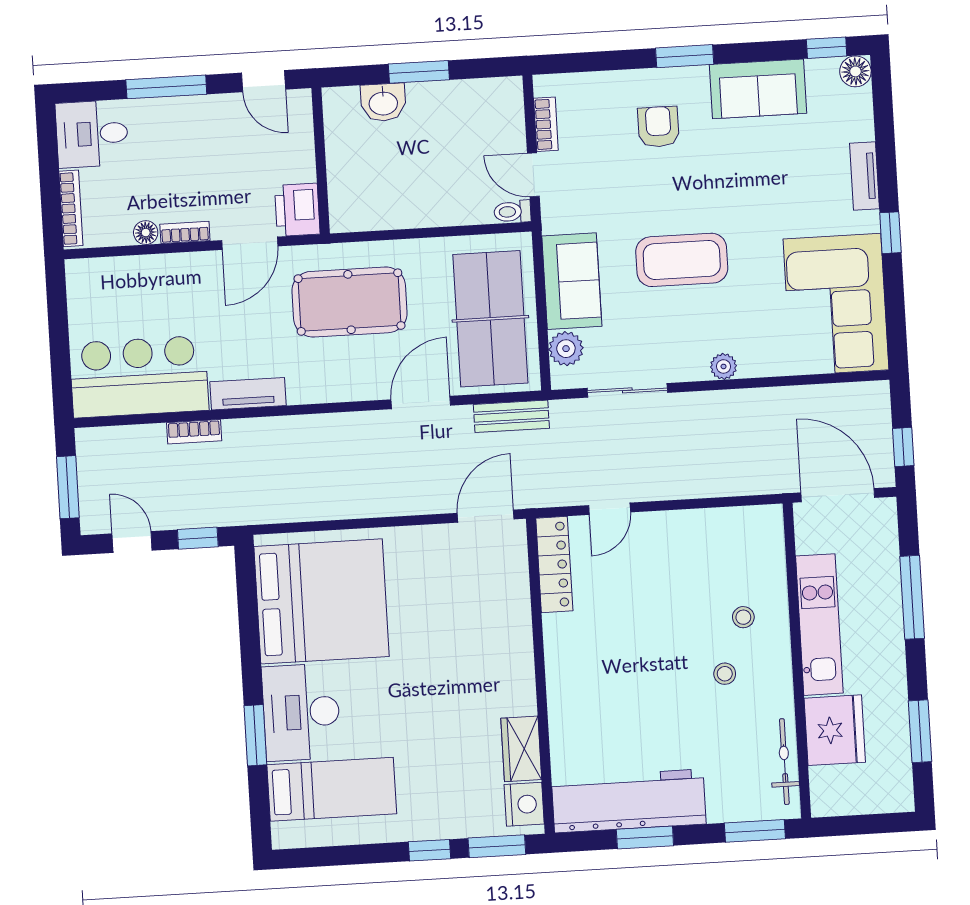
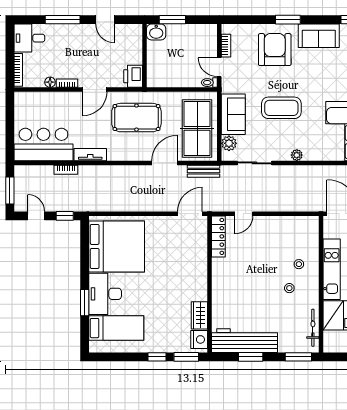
armchair: (658, 127) -> (275, 50), width x1.88, depth x1.88
wall: (321, 161) -> (145, 56), moved
printer: (297, 210) -> (133, 76), moved

